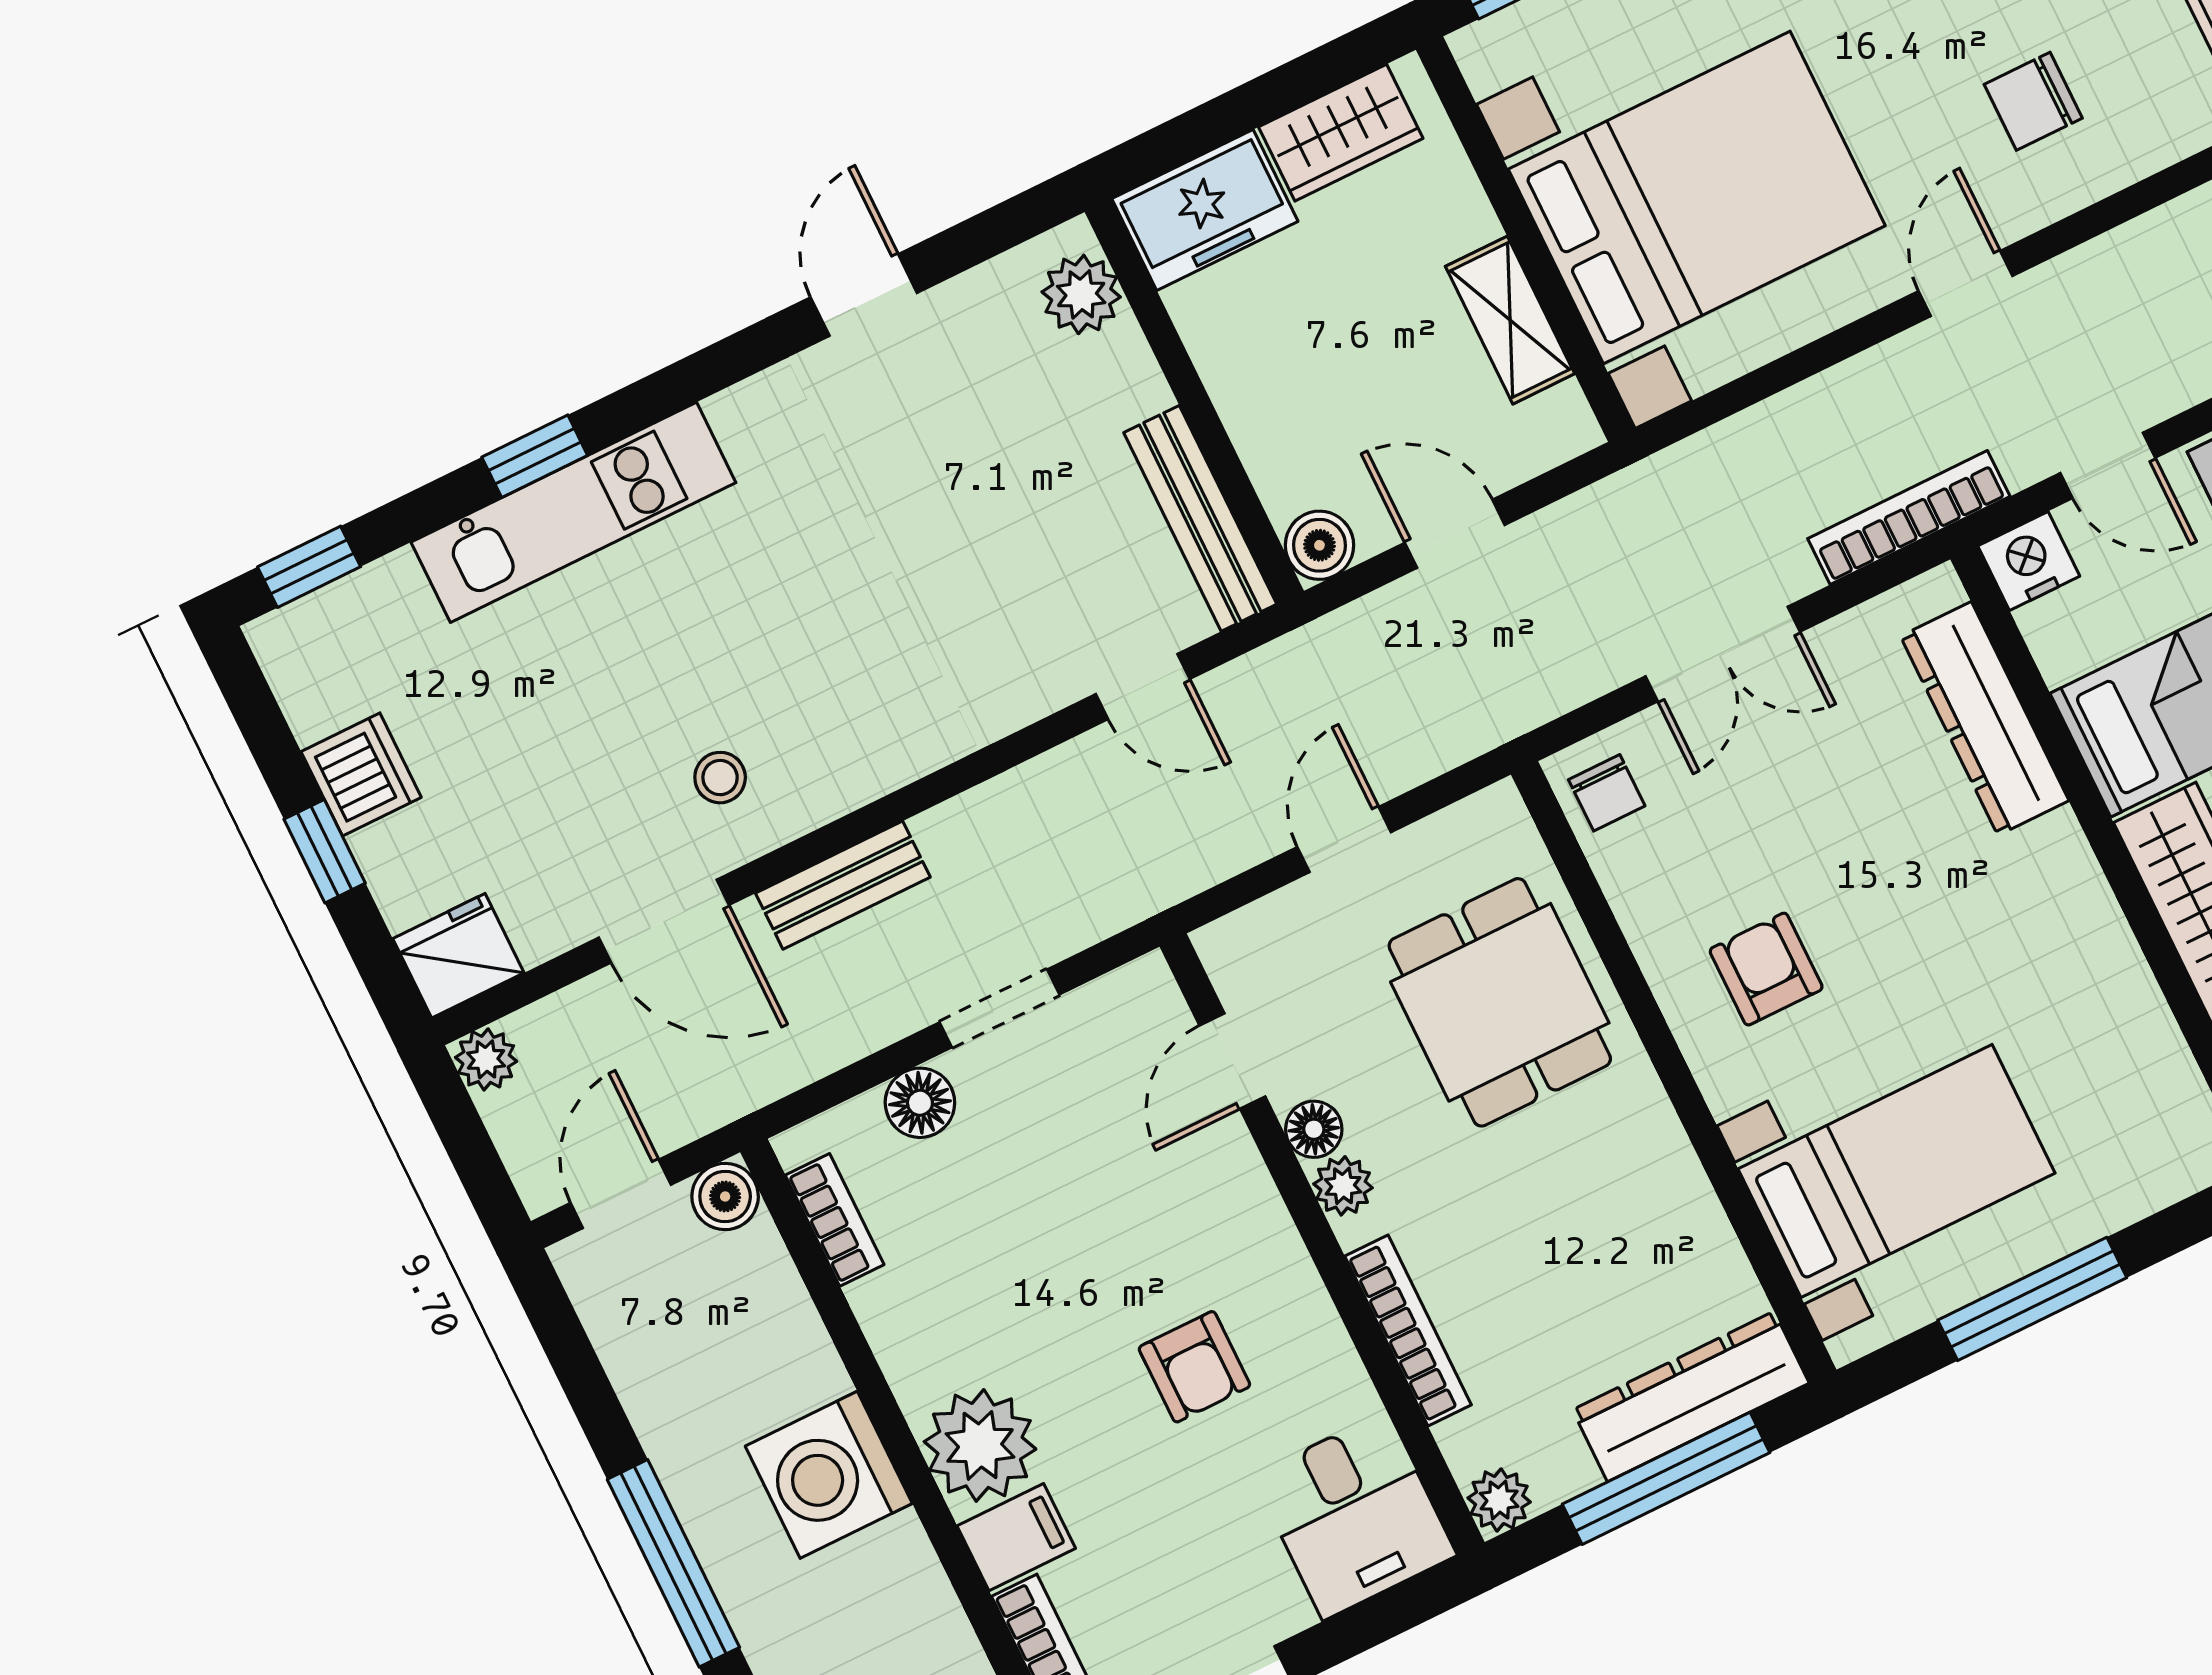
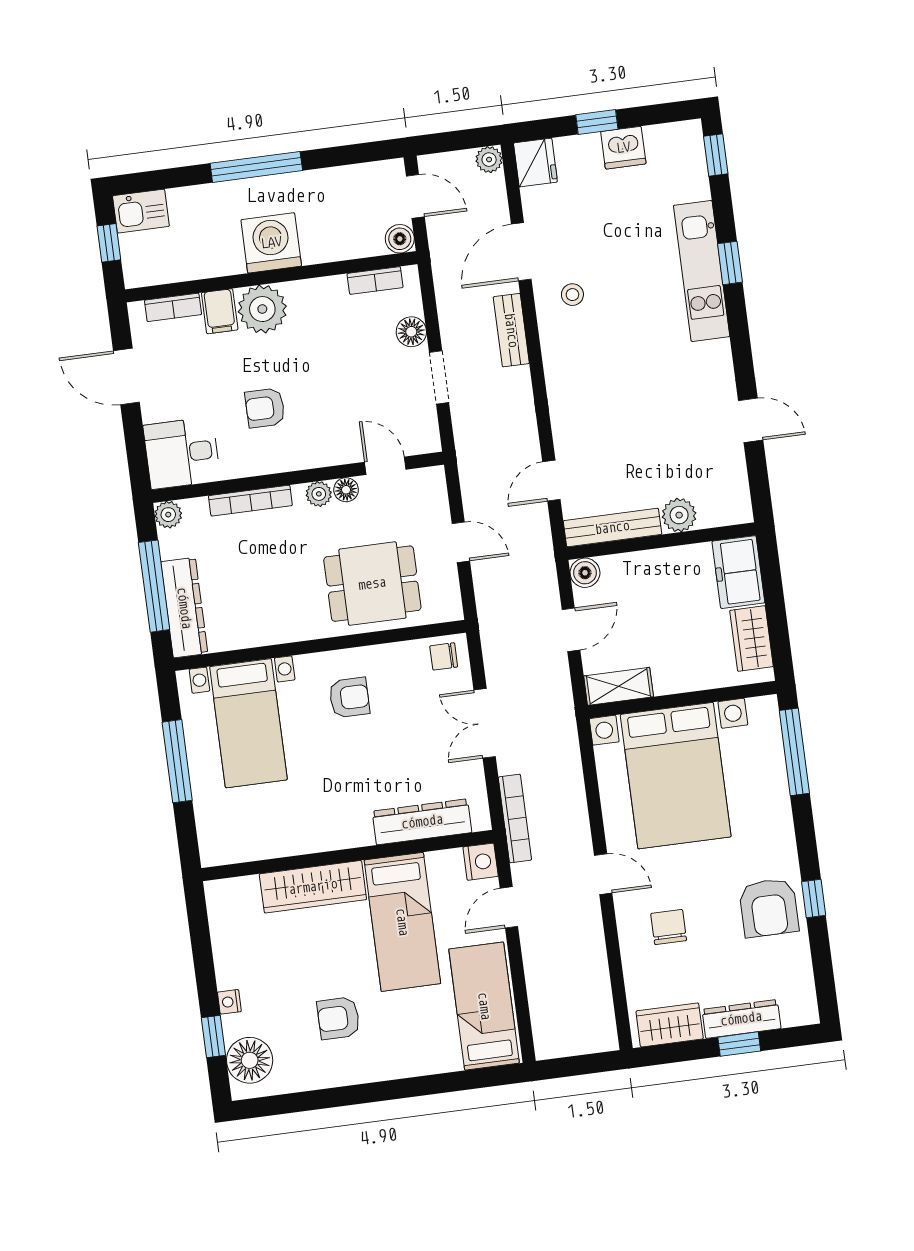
plant: (1081, 294) -> (679, 515), moved
shelving: (1510, 320) -> (619, 686), moved

